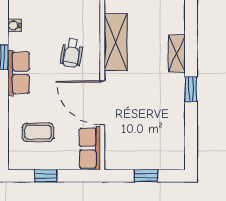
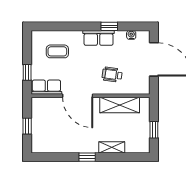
door: (102, 103) -> (78, 96), swing flipped
coffee table: (38, 132) -> (57, 51), turned 90
window: (46, 176) -> (27, 72), moved

